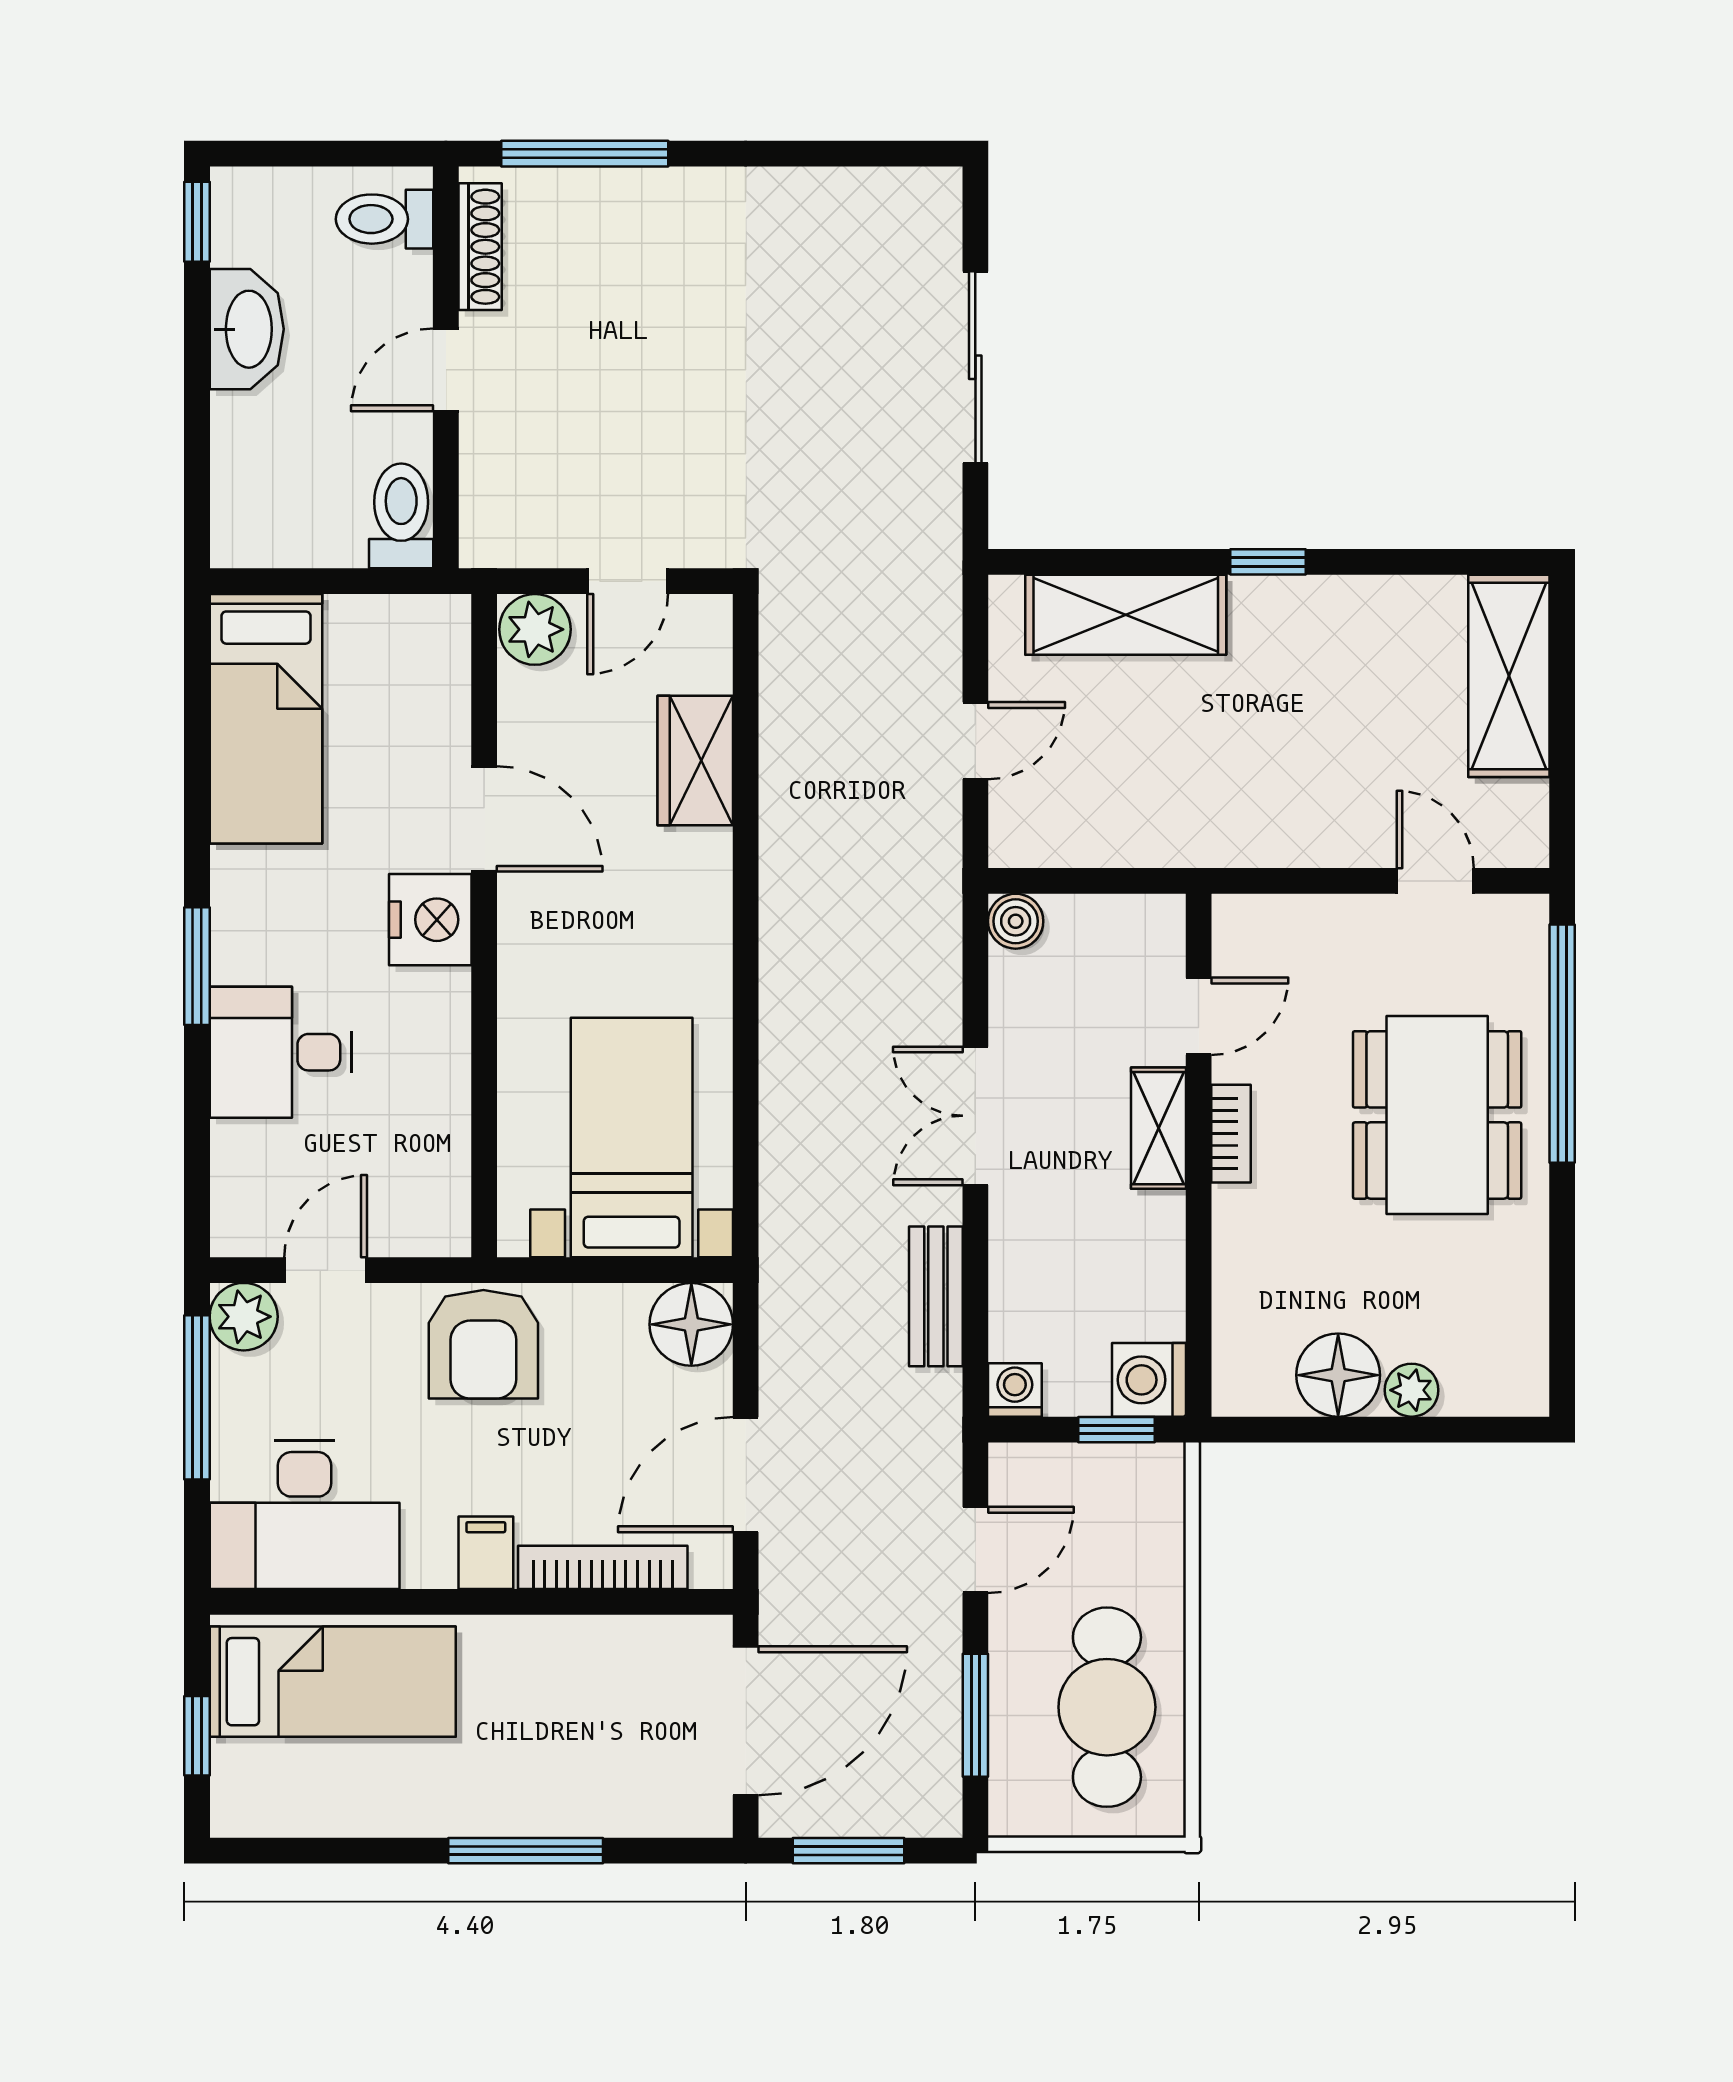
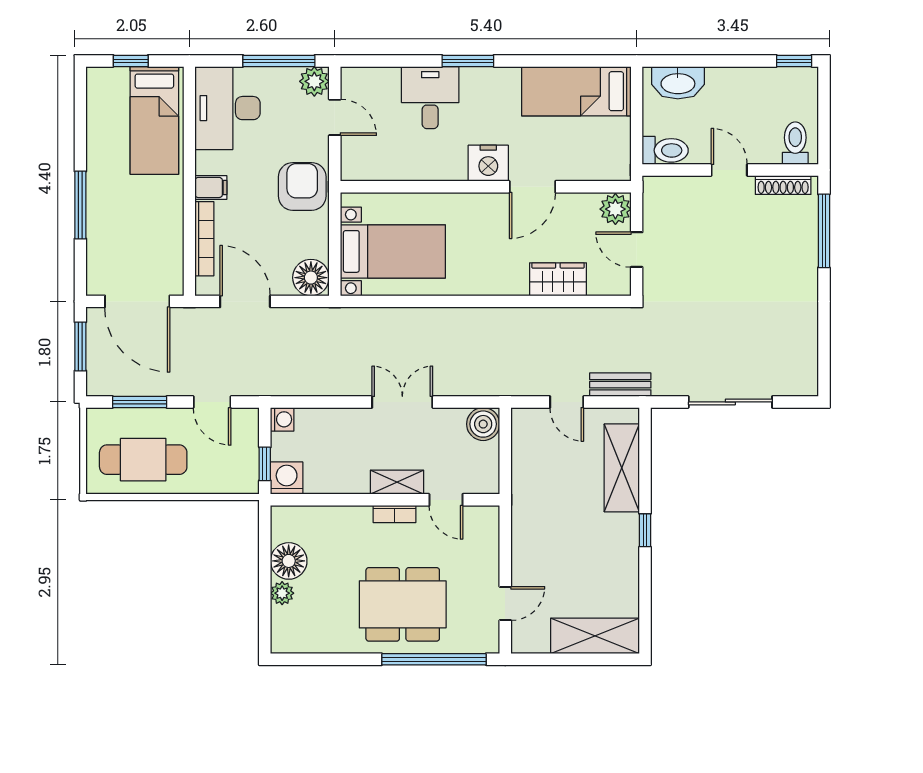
washbasin: (247, 329) -> (678, 83), moved
boiler: (1016, 921) -> (483, 424), width x1.36, depth x1.36
bench: (936, 1296) -> (620, 385), moved
armchair: (483, 1344) -> (302, 186), turned 90

